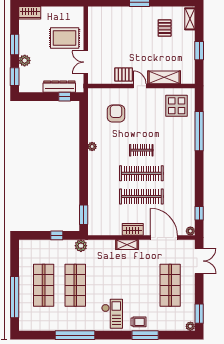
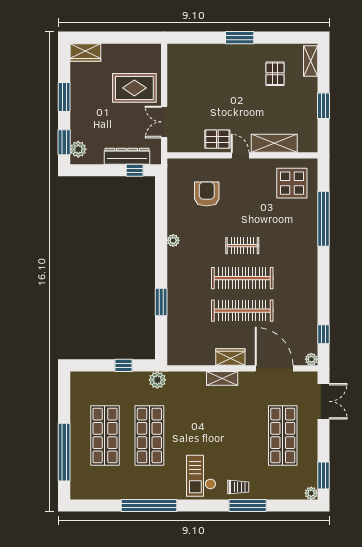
plant: (25, 61) -> (78, 149), moved
window: (84, 215) -> (161, 302), moved
checkout: (112, 314) -> (201, 476), turned 180

